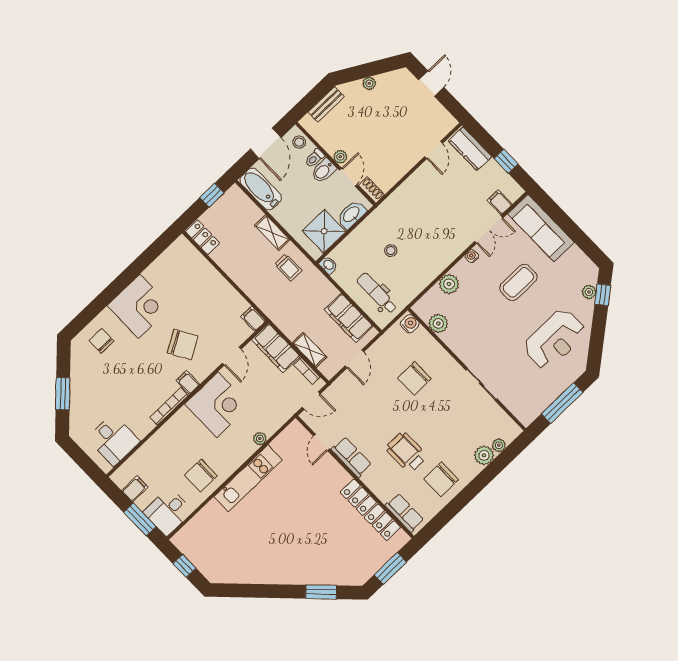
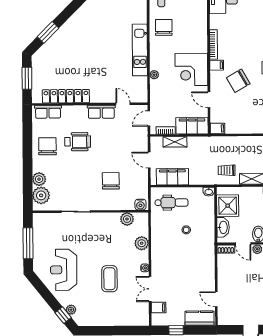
sofa: (541, 228) -> (126, 316), removed
plant: (499, 445) -> (41, 195), width x1.87, depth x1.87

